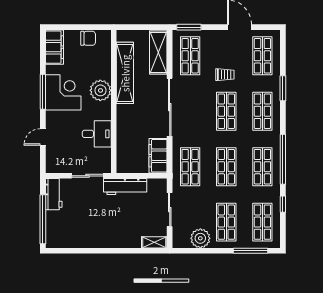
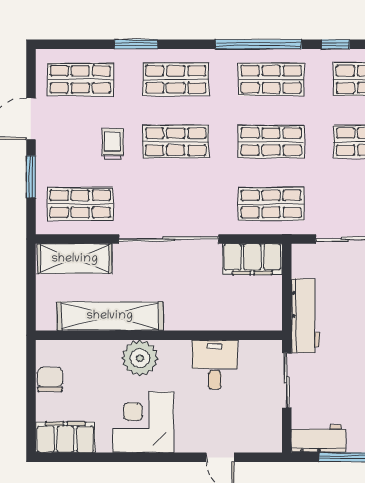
window: (189, 27) -> (31, 177), moved
window: (43, 92) -> (142, 457), removed

